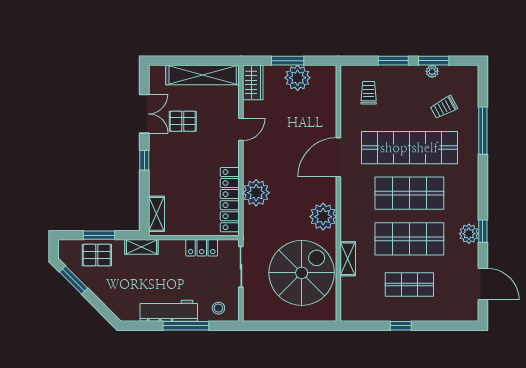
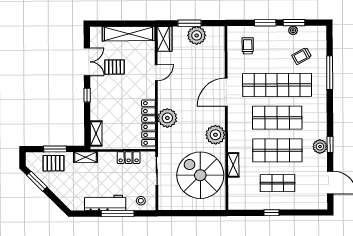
spiral stairs: (302, 273) -> (200, 175), turned -90

